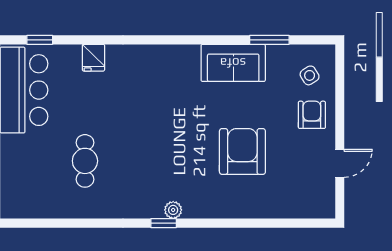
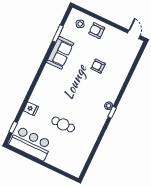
armchair: (242, 151) -> (98, 66), width x0.53, depth x0.53
cafe table: (85, 161) -> (63, 124), moved
door: (340, 163) -> (134, 34), moved

